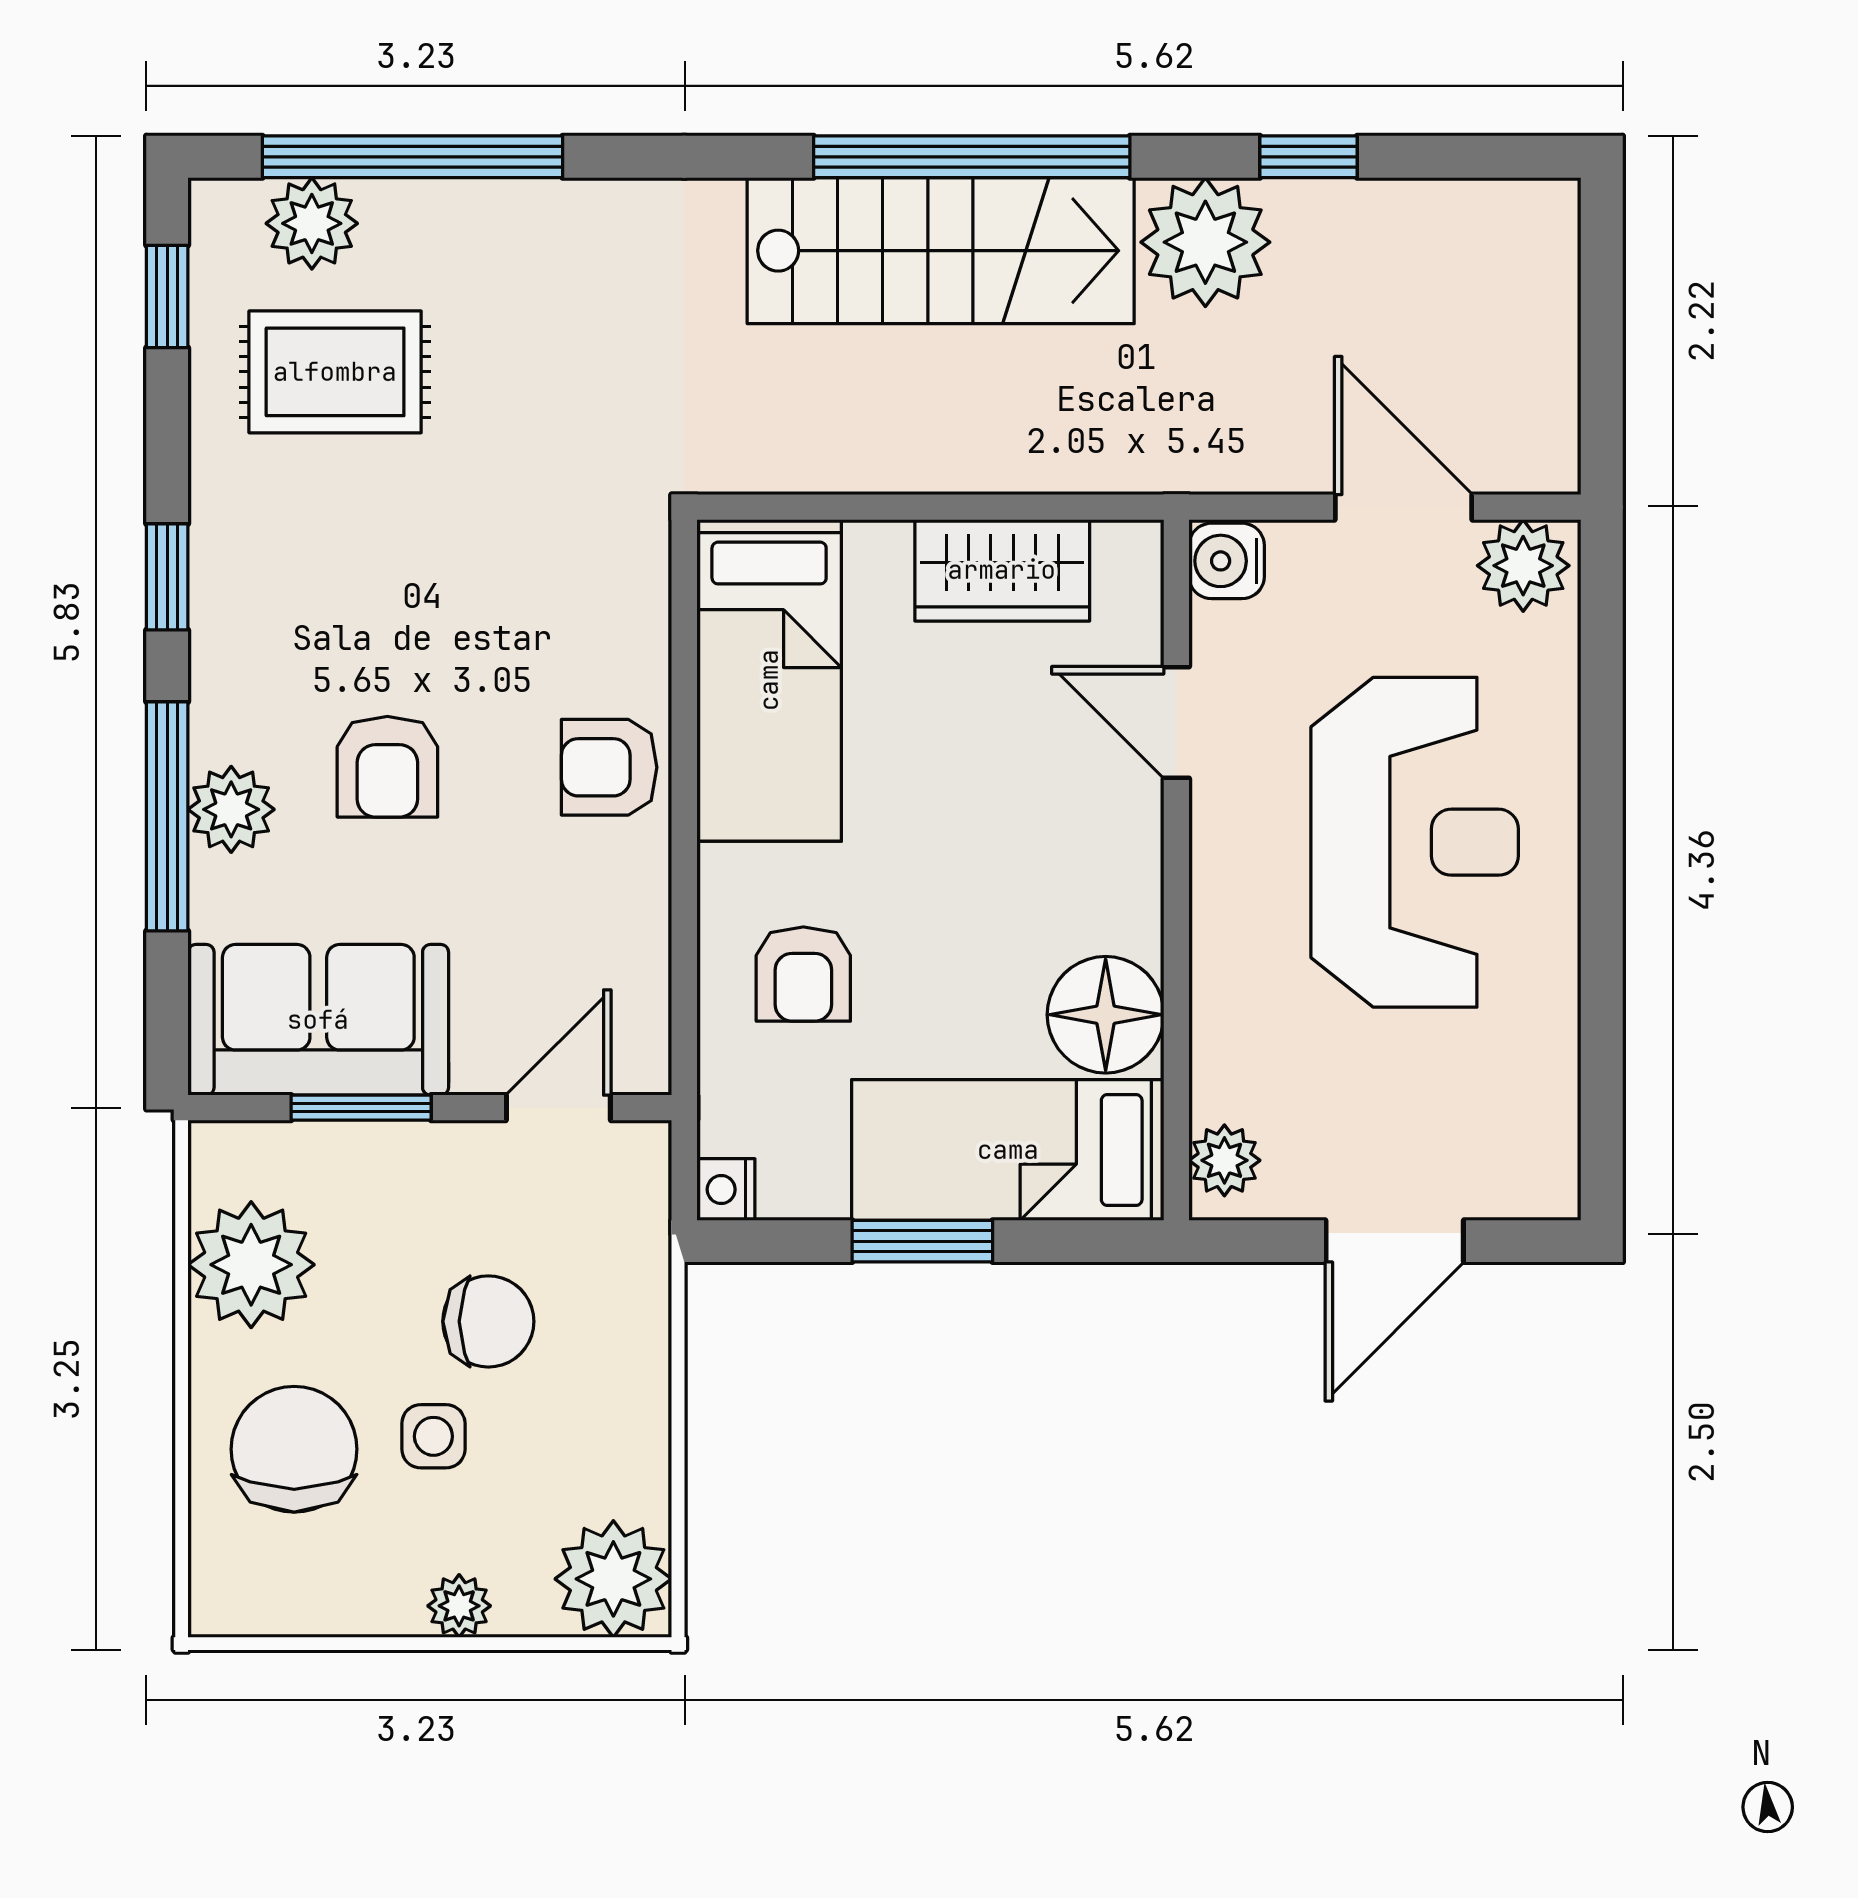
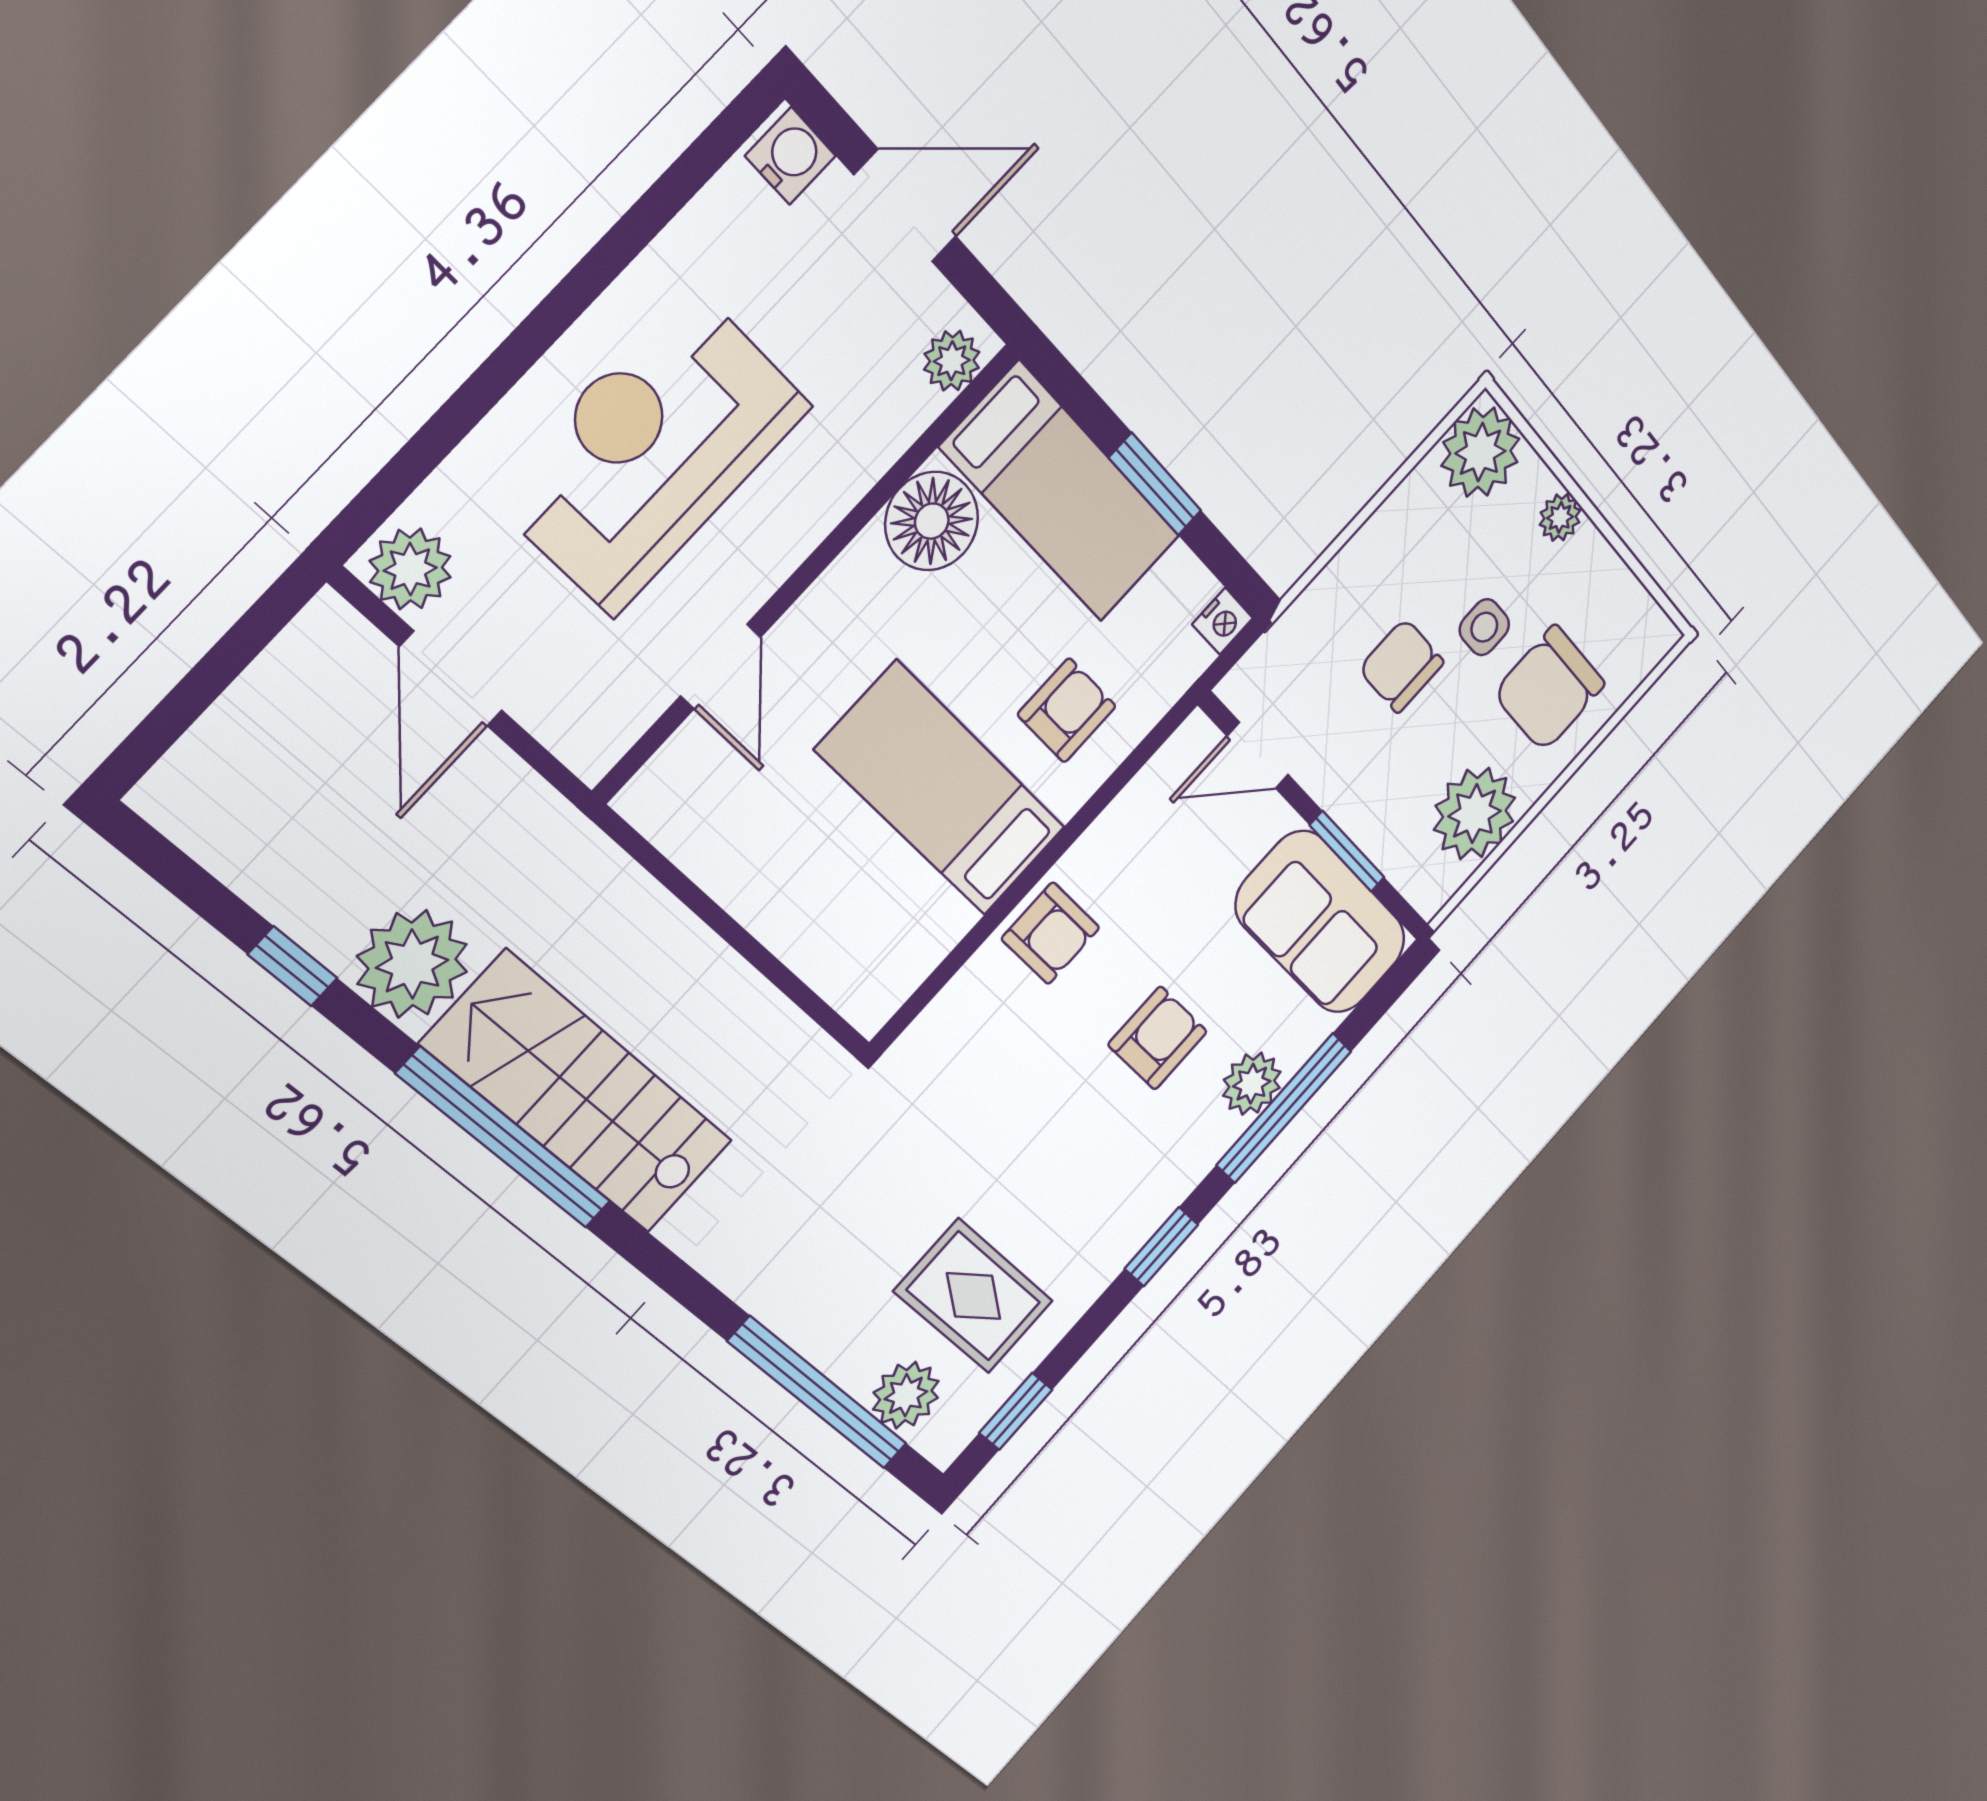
water cooler: (1227, 561) -> (791, 156), moved, turned -90
wardrobe: (1002, 570) -> (731, 858), removed
bed: (769, 680) -> (941, 789), moved, turned -90

